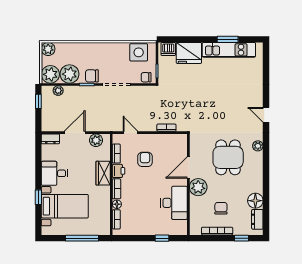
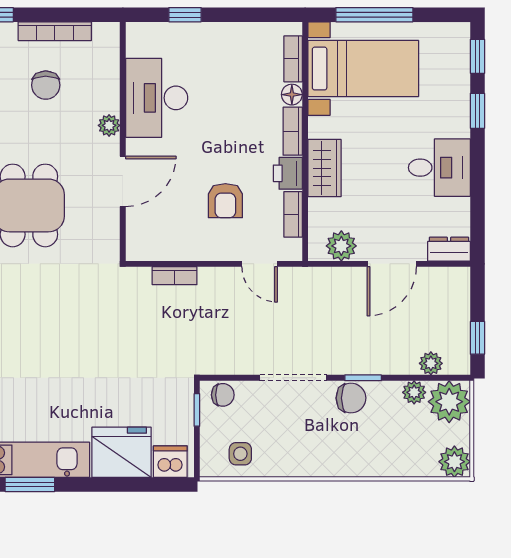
side table: (139, 52) -> (240, 454), width x0.54, depth x0.54
plant: (70, 74) -> (414, 392), width x0.53, depth x0.53
plant: (198, 187) -> (109, 125), width x0.53, depth x0.53
bed with nightstands: (65, 206) -> (363, 69), moved, turned 180
window: (38, 220) -> (477, 56), added

